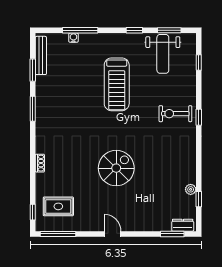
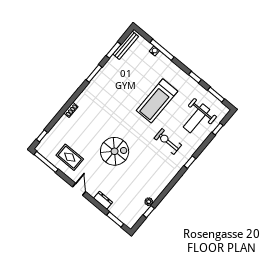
weight bench: (163, 54) -> (196, 118), moved
exercise bike: (175, 114) -> (168, 142), moved
rug: (58, 206) -> (70, 157), moved
dresser: (183, 225) -> (103, 200), moved

